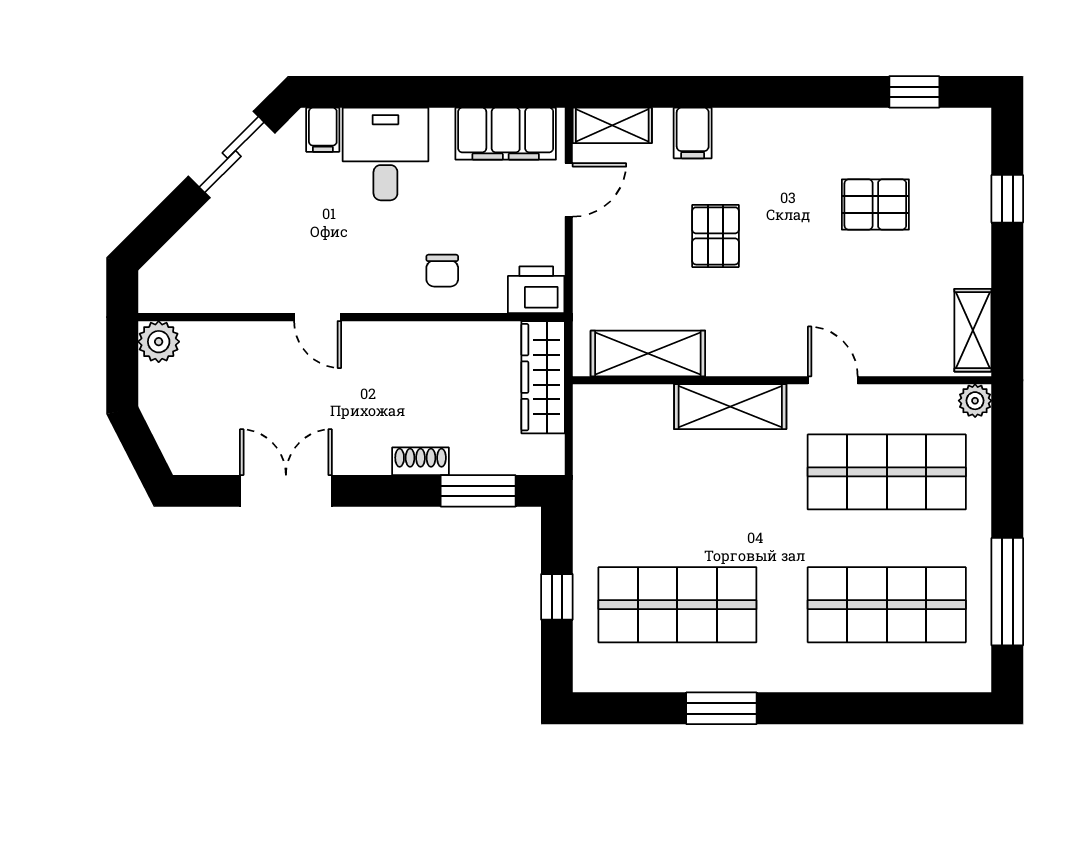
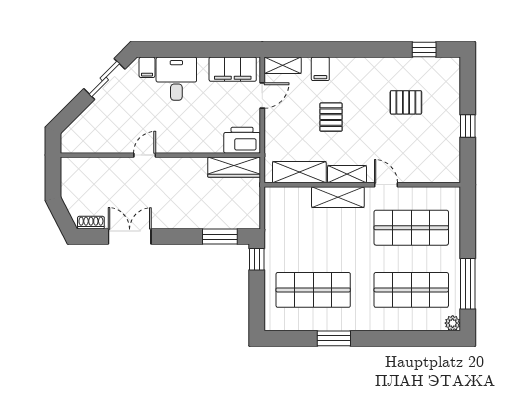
window: (1007, 199) -> (468, 126), moved
chair: (442, 271) -> (203, 133), removed
printer: (536, 290) -> (242, 140), width x1.37, depth x1.19
door: (318, 317) -> (145, 155), swing flipped
shelving: (973, 330) -> (347, 174), moved, turned 90
plant: (159, 342) -> (70, 167), removed
wardrobe: (543, 377) -> (234, 167), moved, turned -90
plant: (975, 401) -> (453, 323), moved
shoe rack: (421, 461) -> (91, 223), moved
window: (557, 597) -> (257, 259), moved

